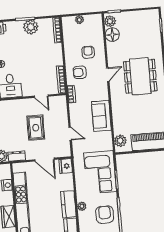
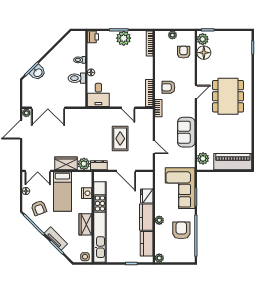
armchair: (88, 52) -> (184, 52), moved
fridge: (66, 166) -> (147, 196), moved

